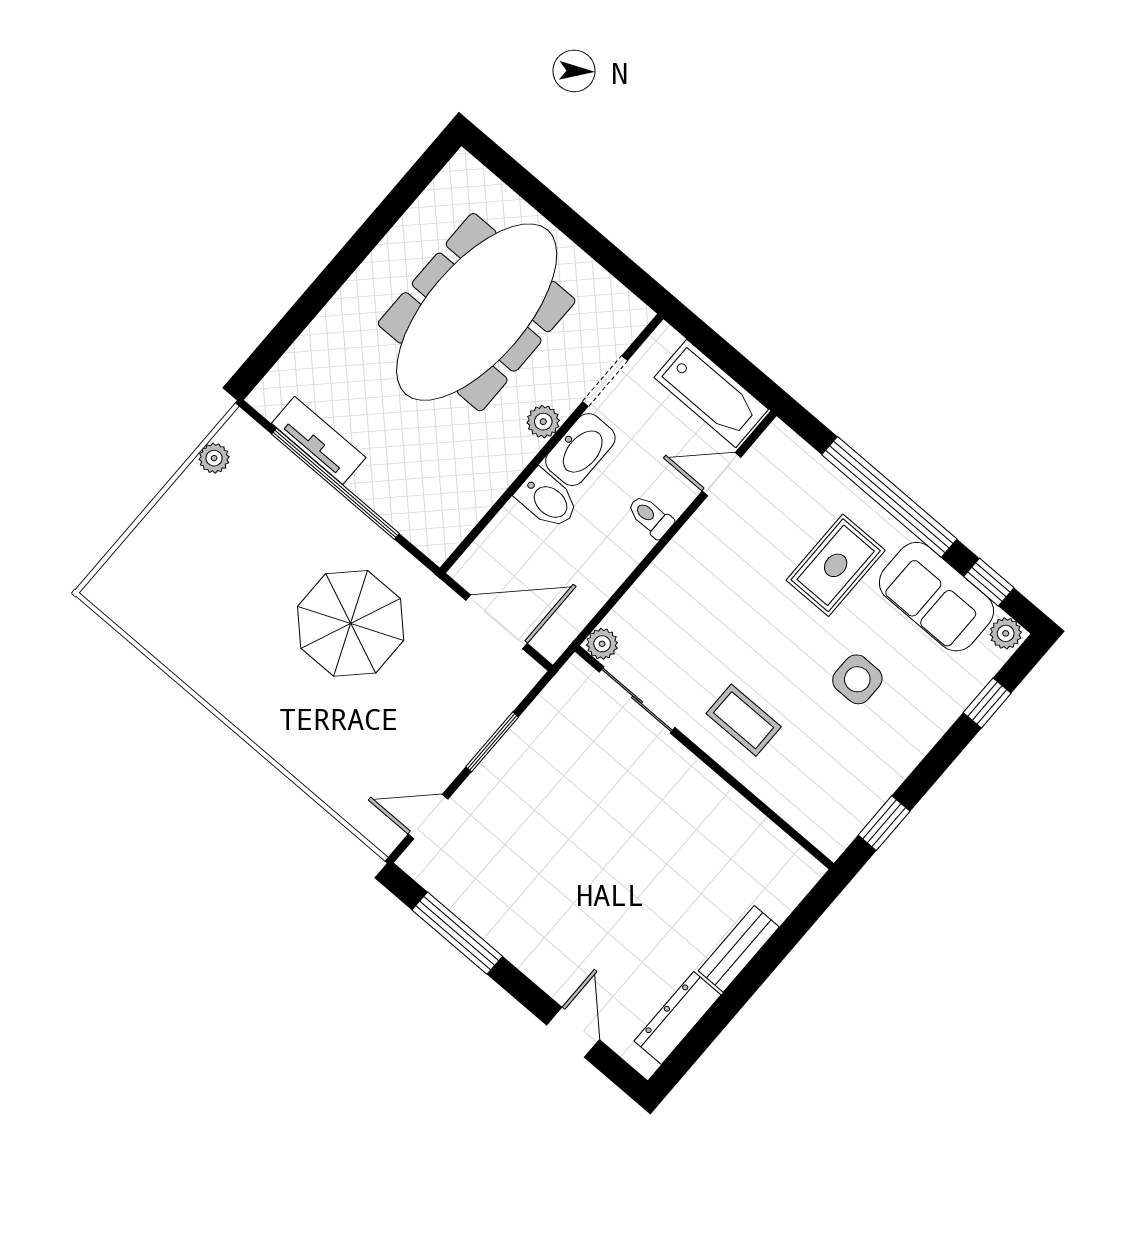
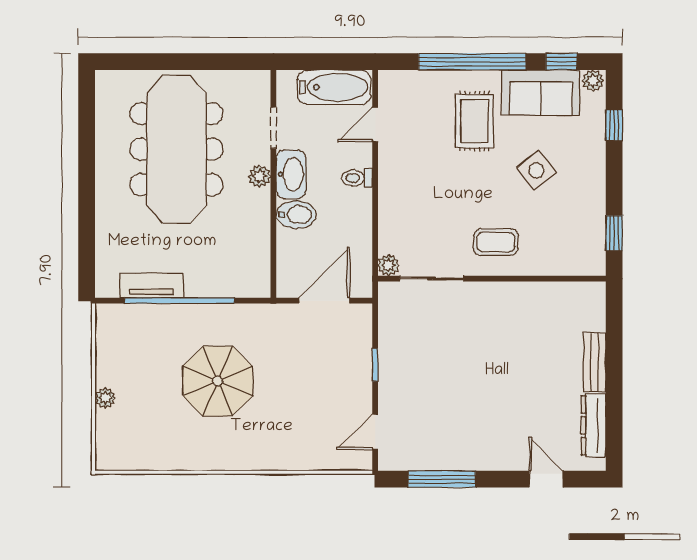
plant: (214, 458) -> (105, 398), moved
parasol: (351, 623) -> (218, 381), moved
side table: (857, 679) -> (536, 170), turned -38
window: (492, 742) -> (375, 365), width x0.67

